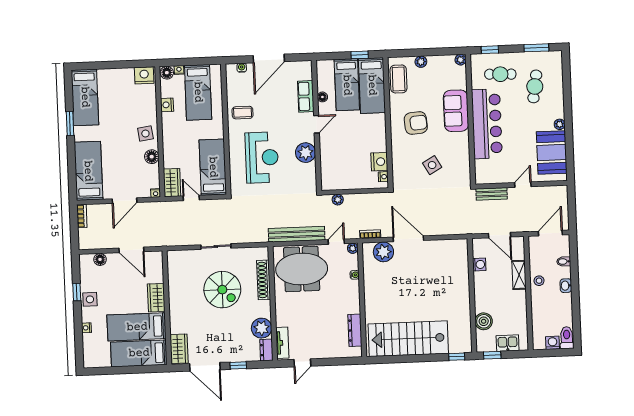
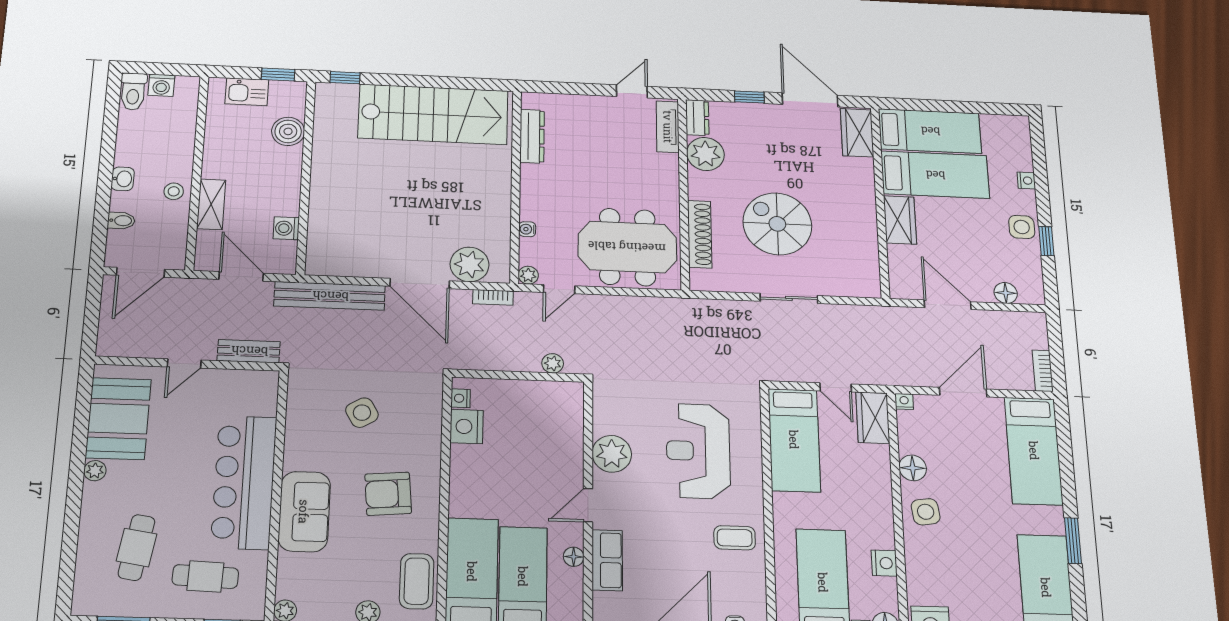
bench: (297, 234) -> (330, 296), moved

